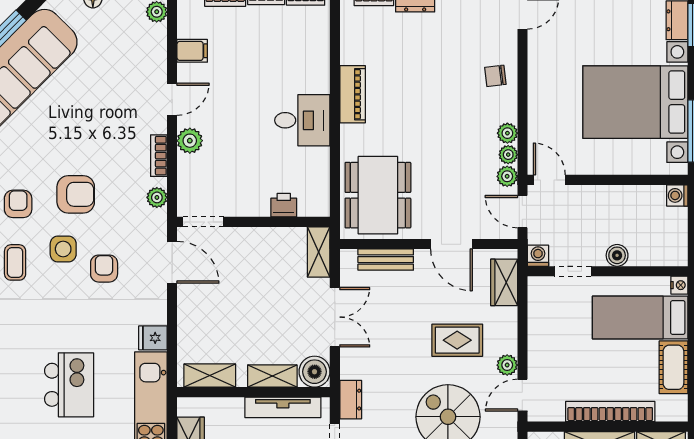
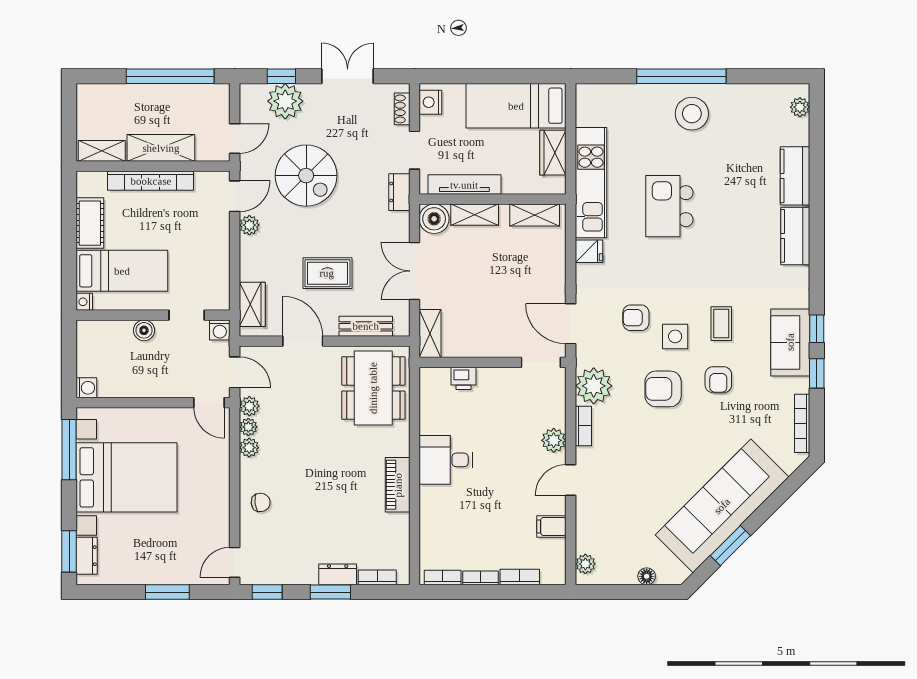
plant: (157, 197) -> (594, 386), width x1.88, depth x1.88
armchair: (104, 269) -> (636, 318), turned 90
rug: (457, 340) -> (327, 273), moved

